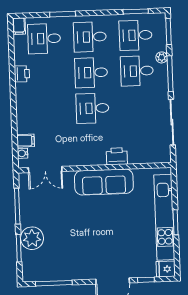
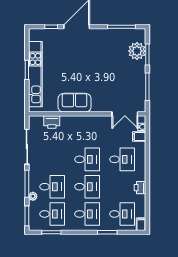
desk: (47, 110) -> (122, 159), added
printer: (117, 156) -> (52, 122), moved
double door: (45, 170) -> (125, 114), swing flipped
sofa: (104, 182) -> (75, 103), width x0.73
plant: (32, 238) -> (137, 51), moved
fridge: (166, 269) -> (36, 34), removed

